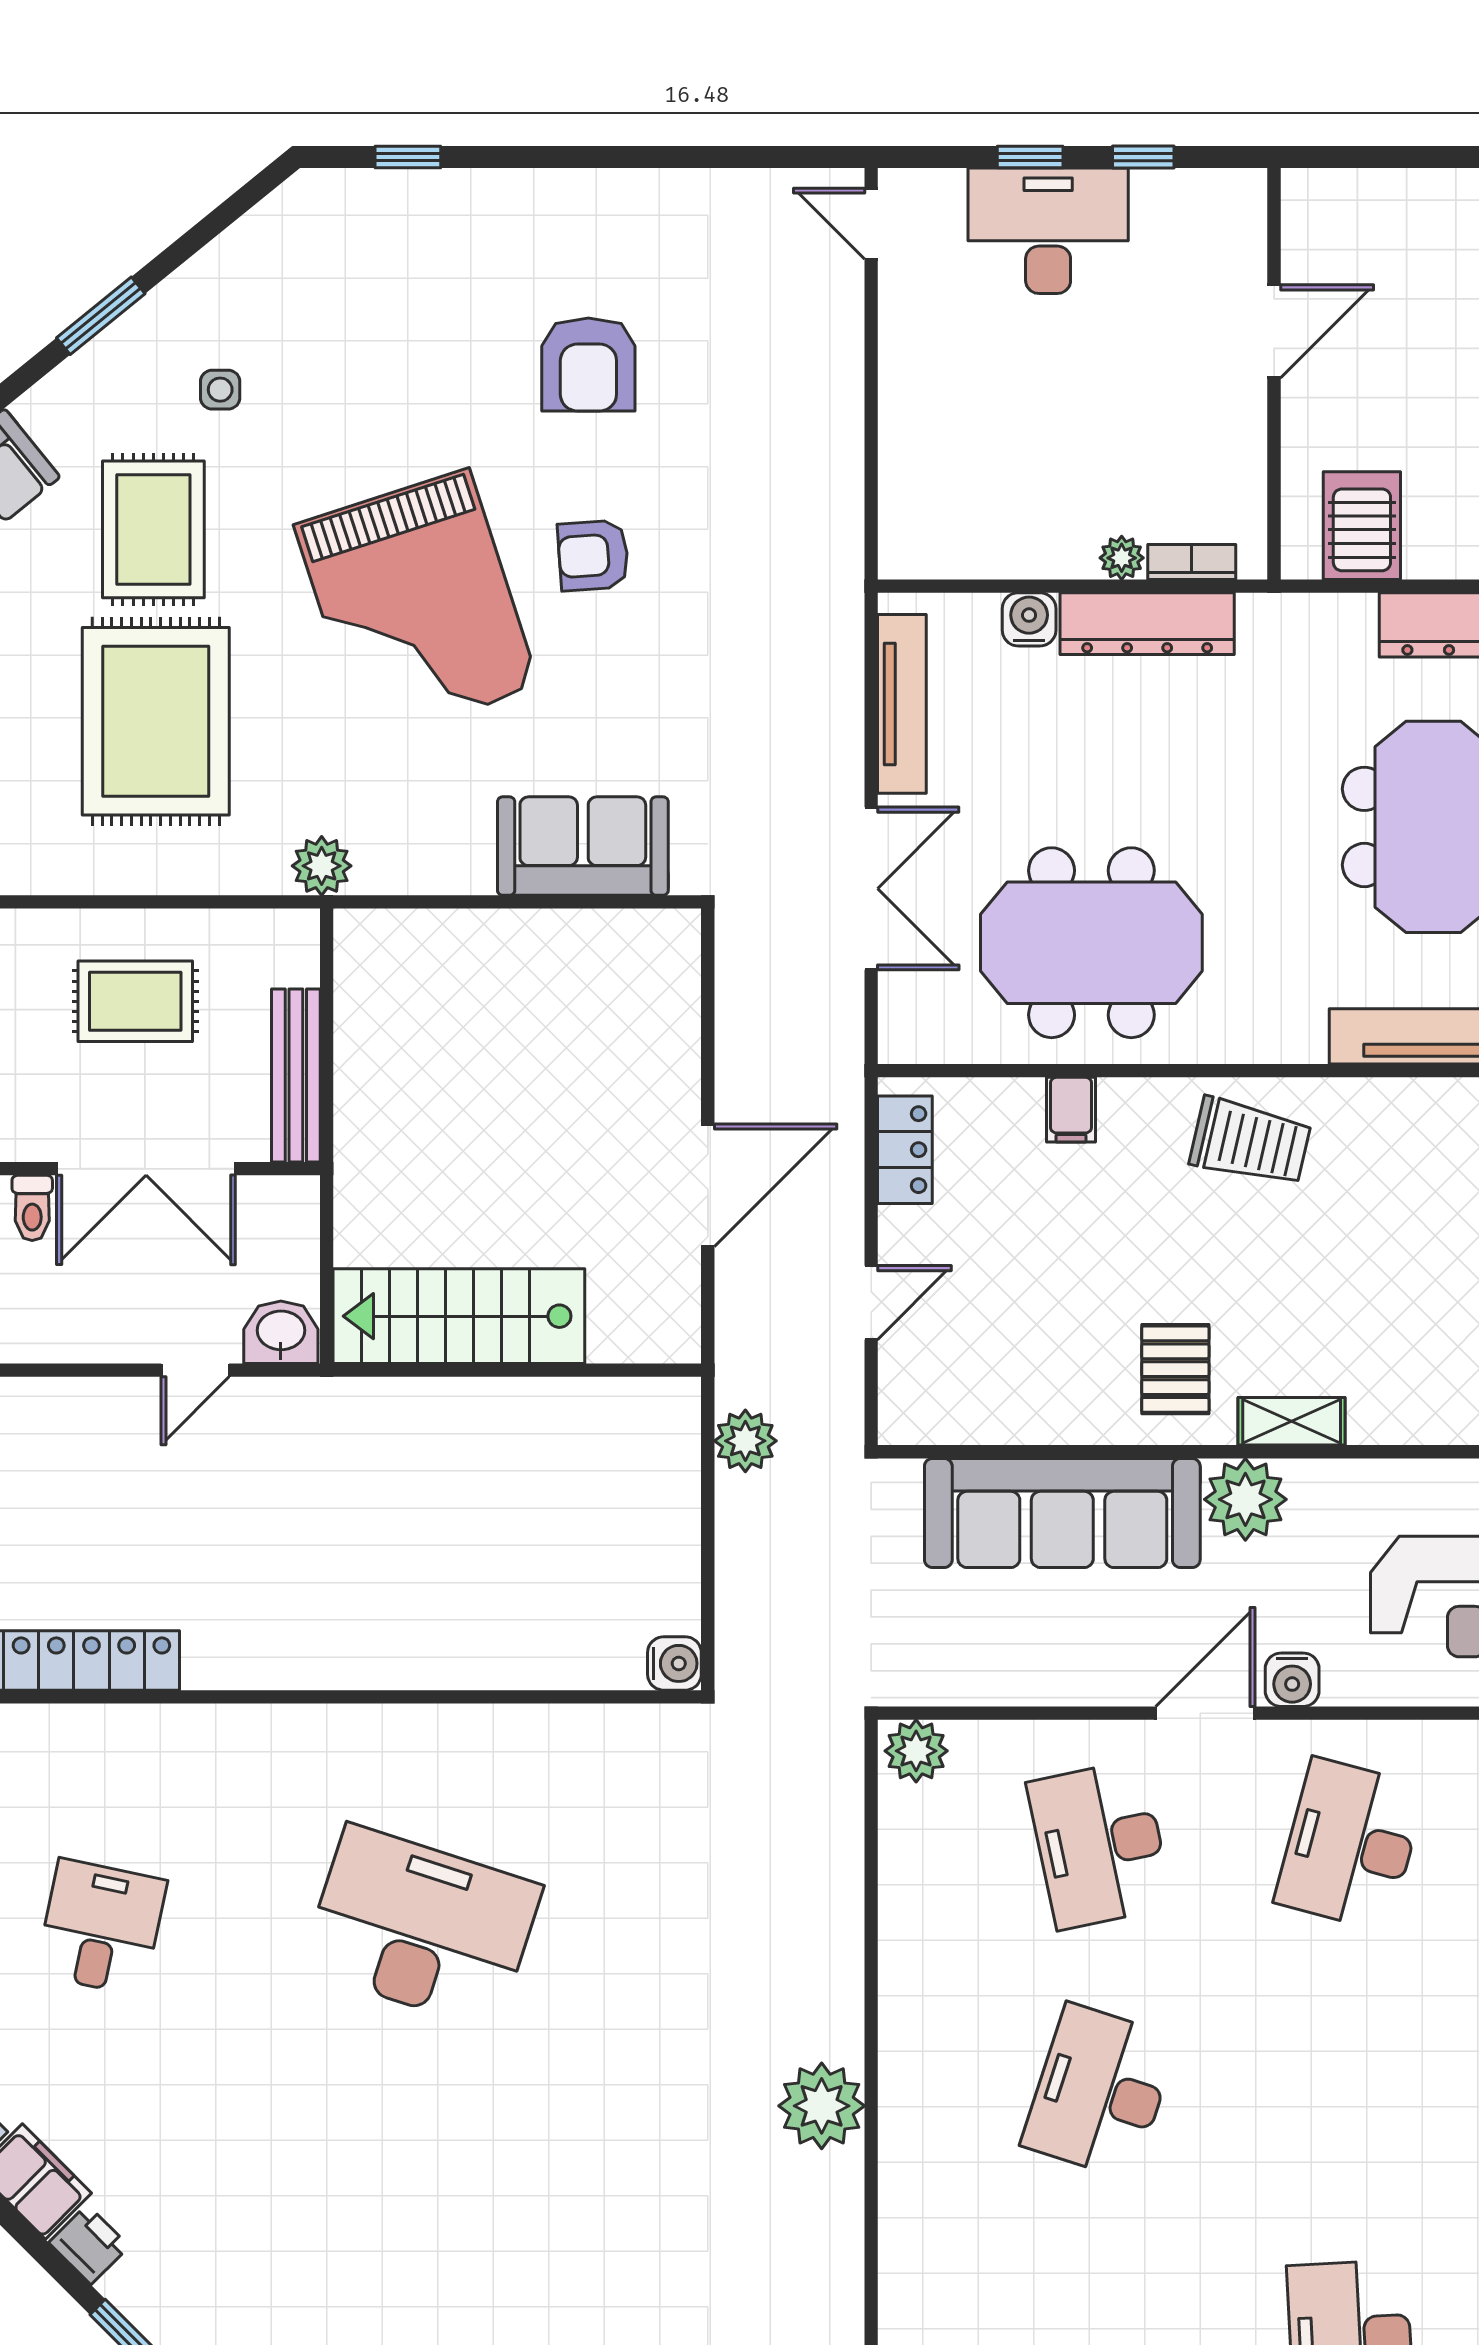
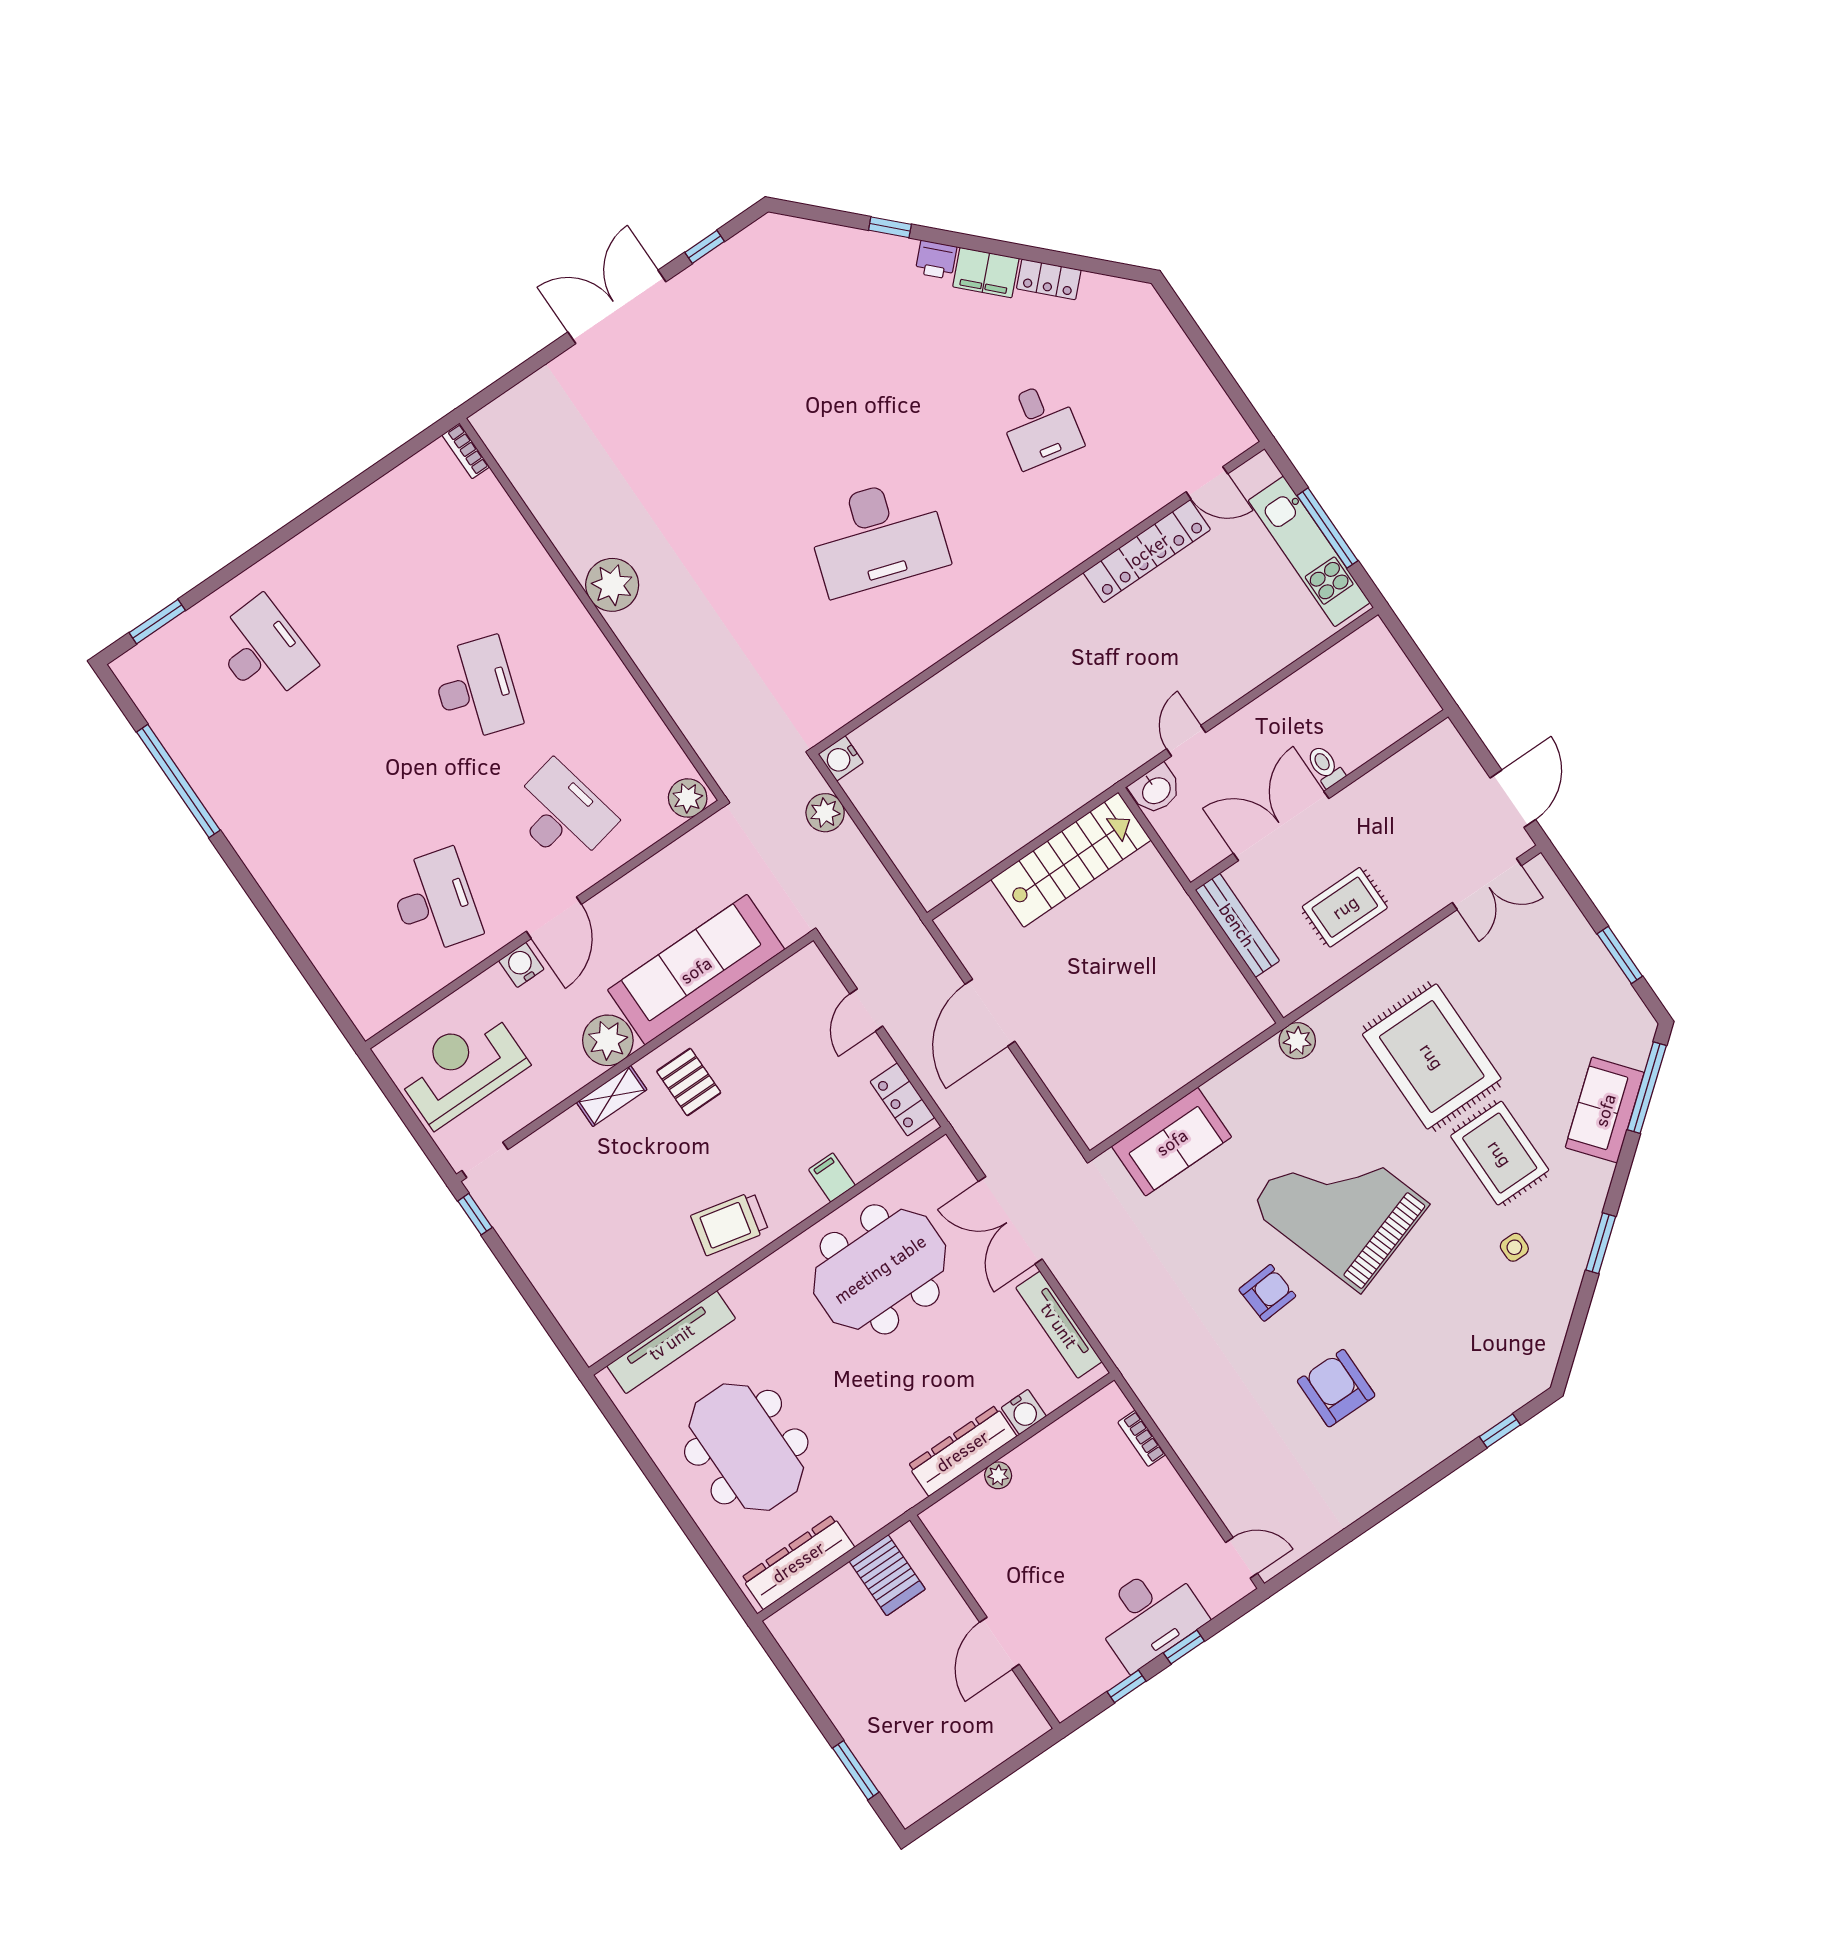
bookcase: (1192, 562) -> (1142, 1438), moved, turned 90
plant: (745, 1441) -> (825, 813), moved

